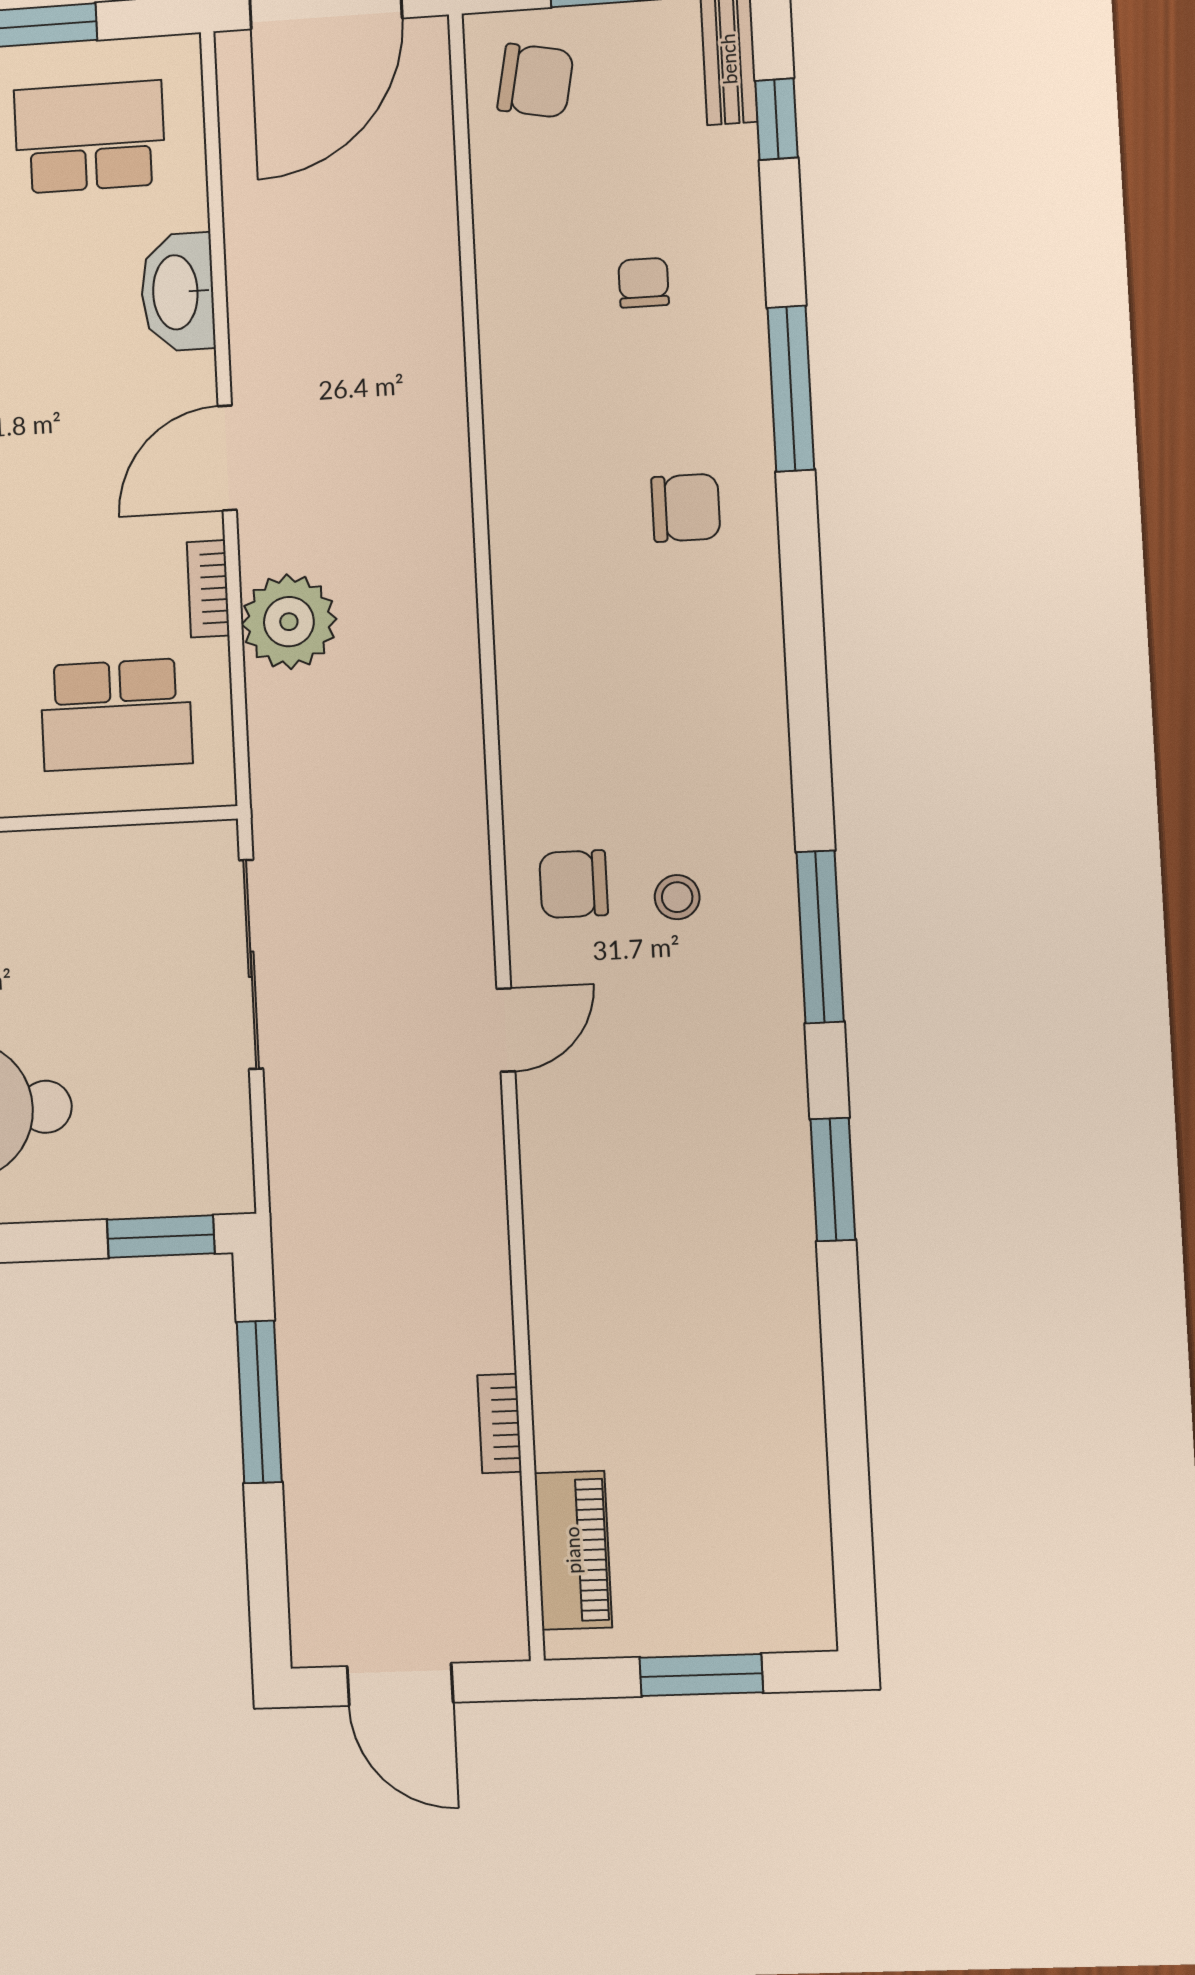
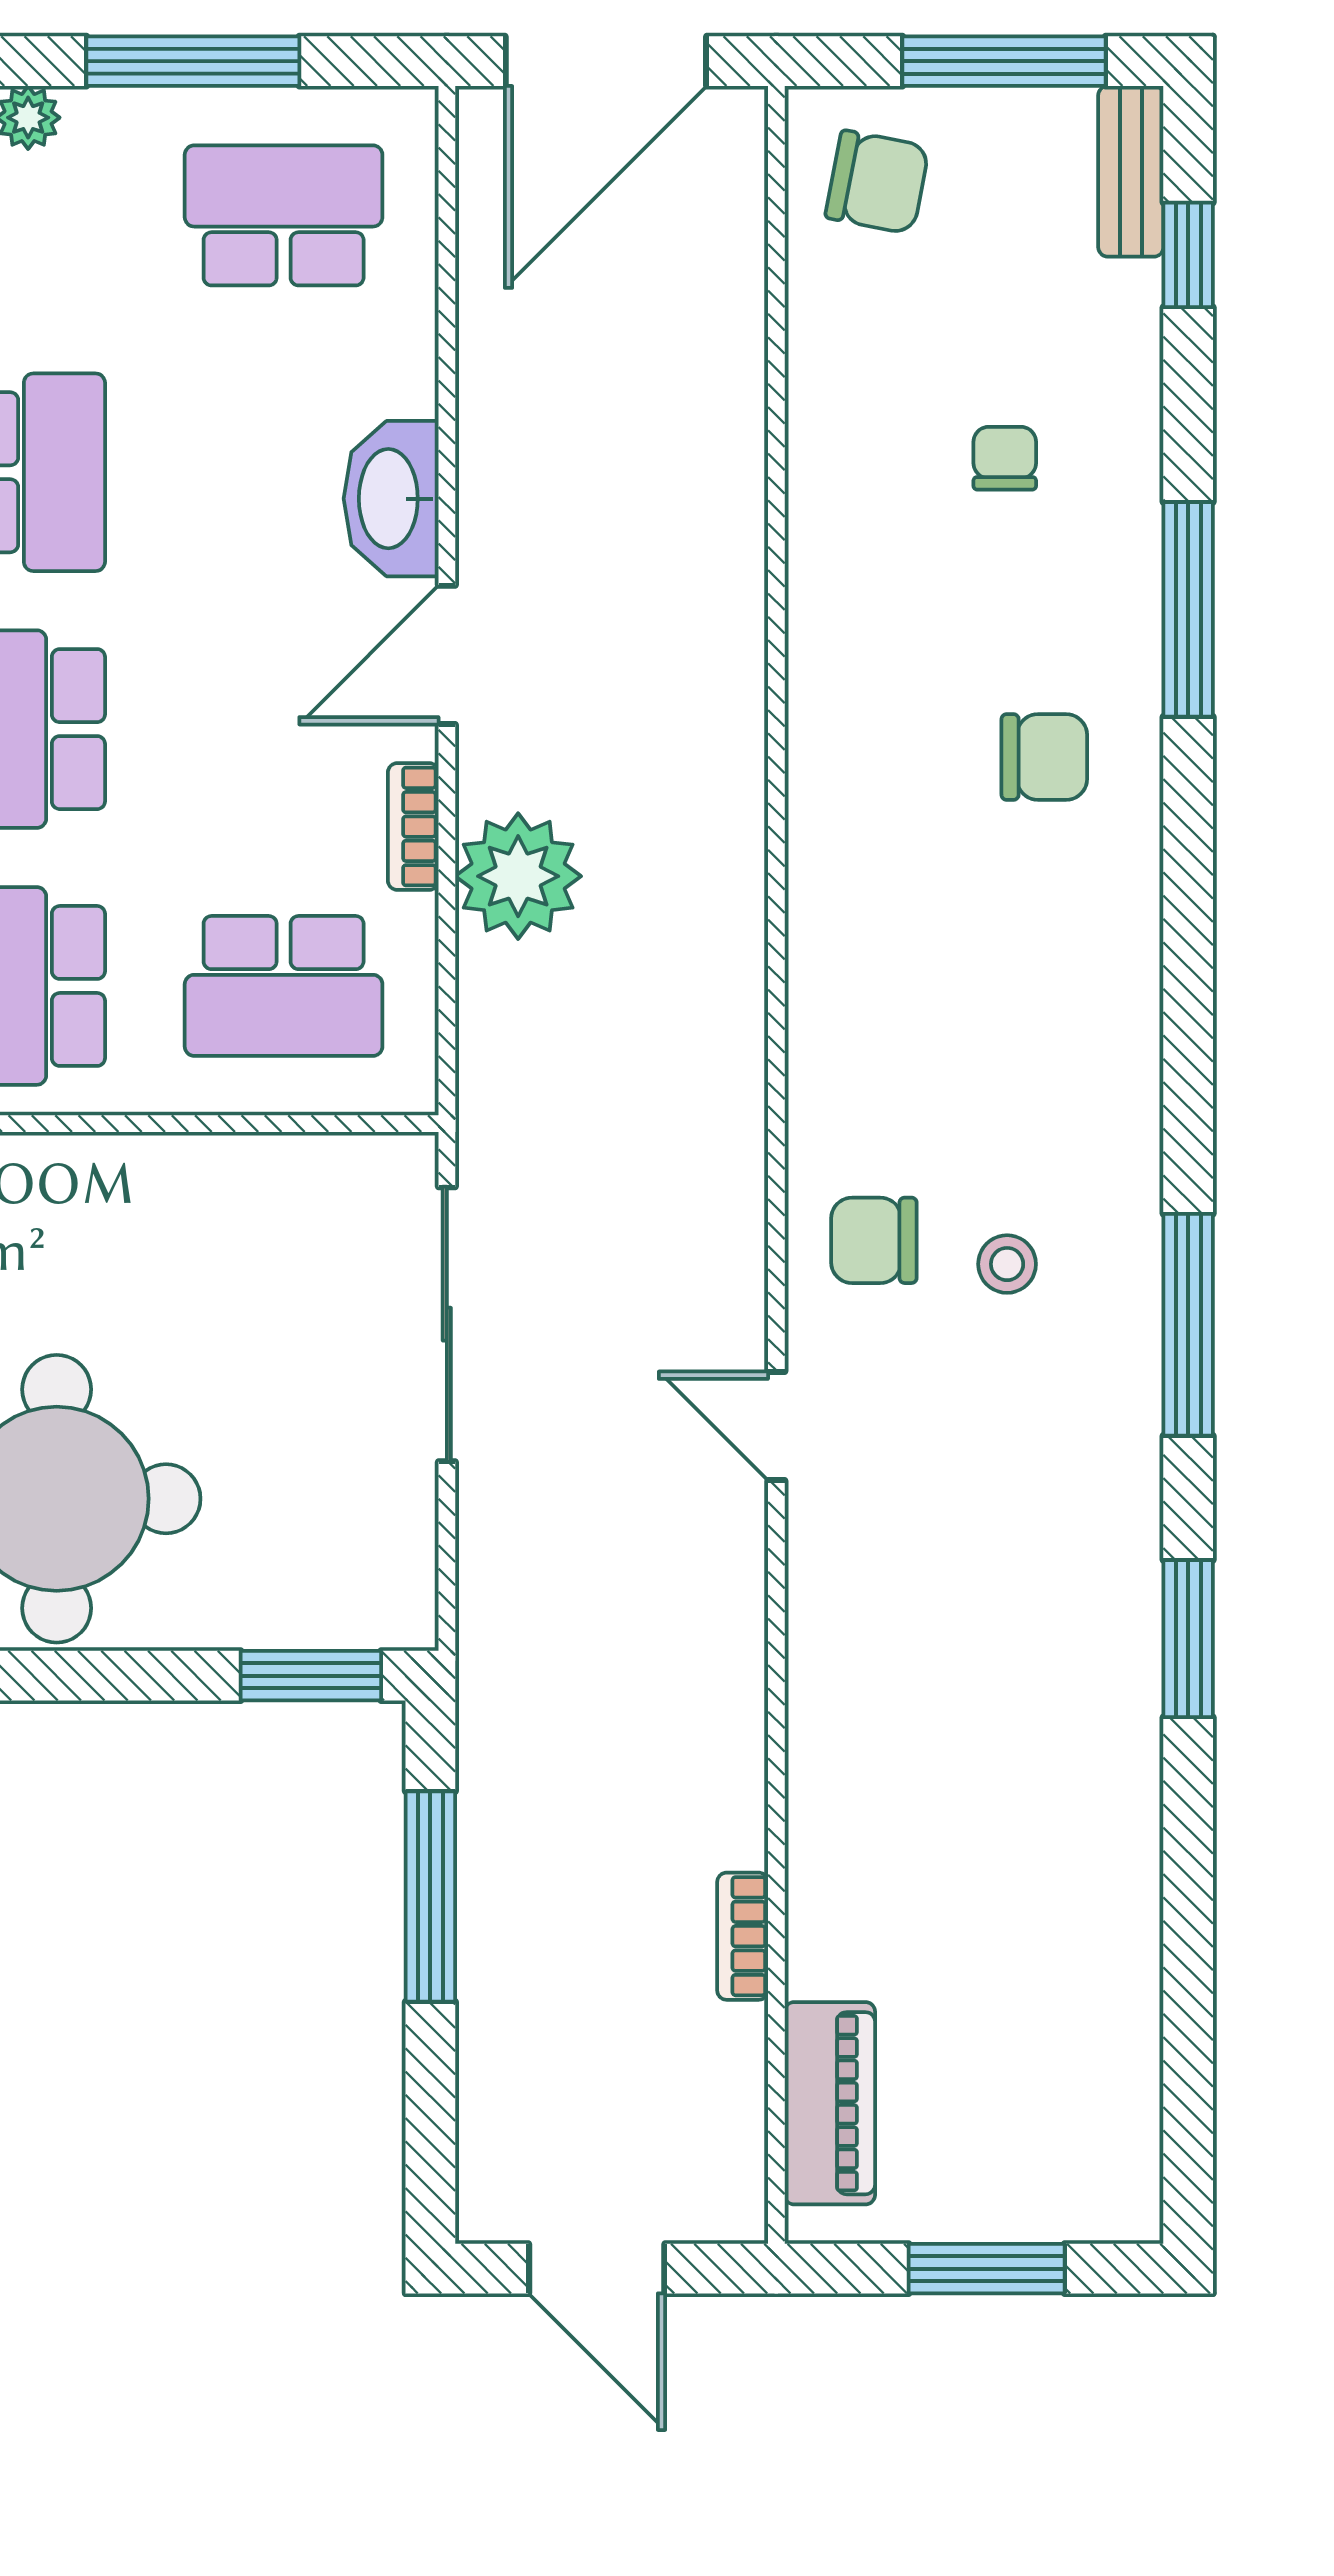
washbasin: (178, 292) -> (391, 499), moved
door: (506, 1030) -> (776, 1426), swing flipped

